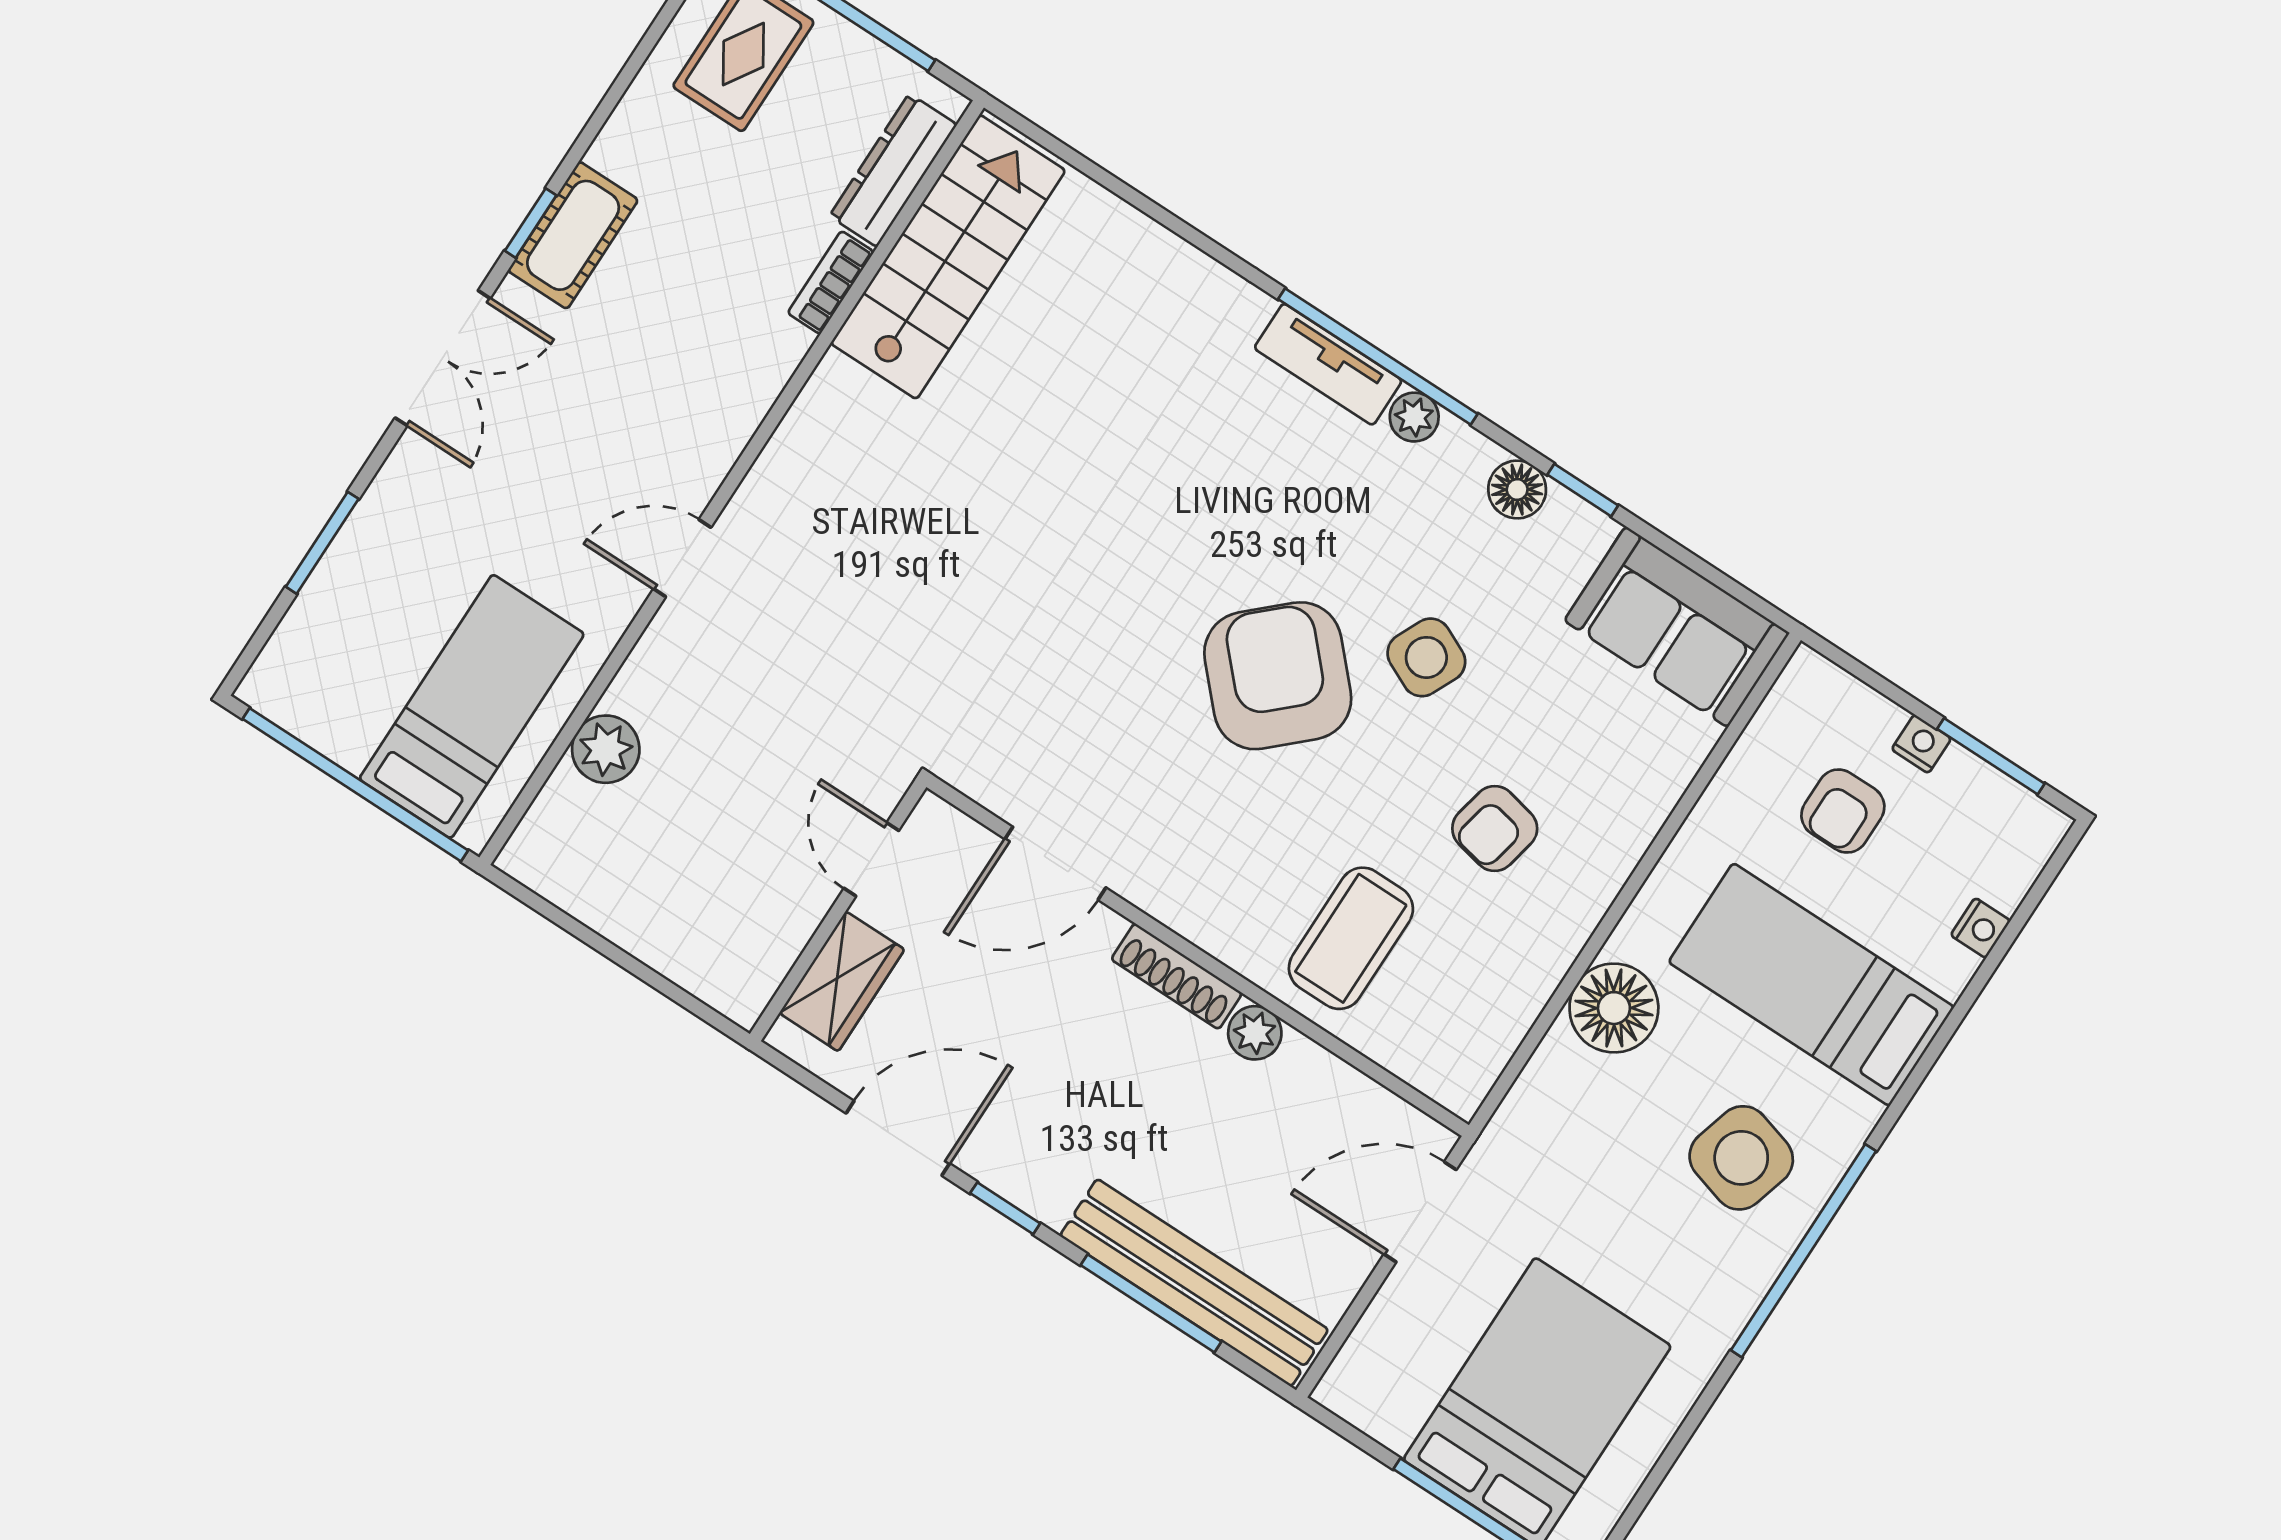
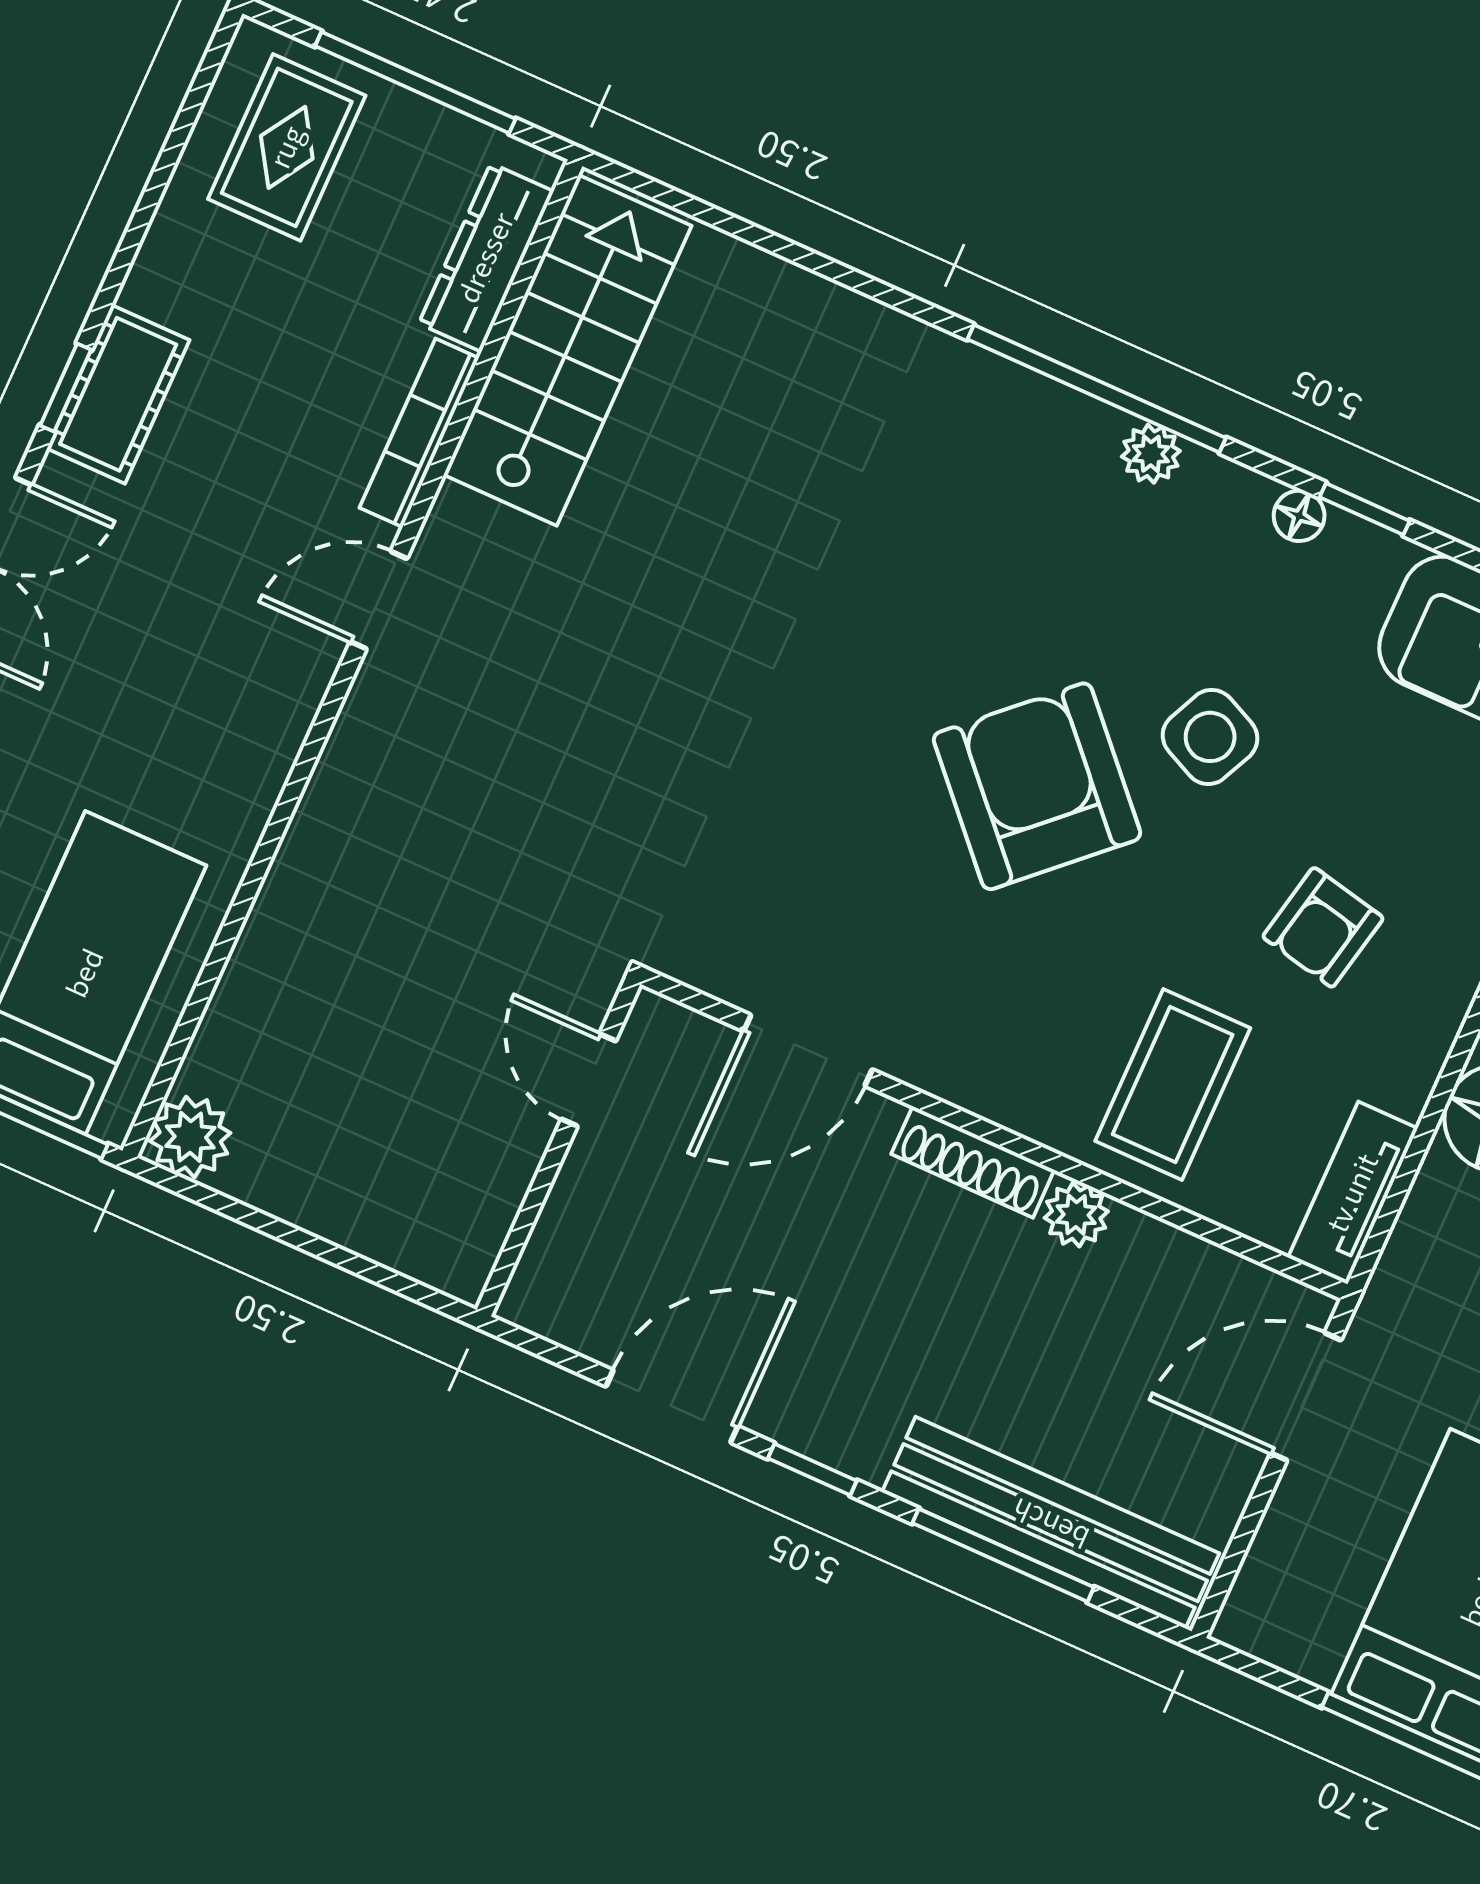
bookcase: (831, 282) -> (419, 433), width x1.56
tv unit: (1328, 364) -> (1353, 1193), moved, turned 90
floor lamp: (1517, 490) -> (1299, 516), width x0.73, depth x0.73
door: (682, 558) -> (379, 600), moved
plant: (606, 749) -> (190, 1137), moved
wardrobe: (842, 981) -> (576, 1230), removed

